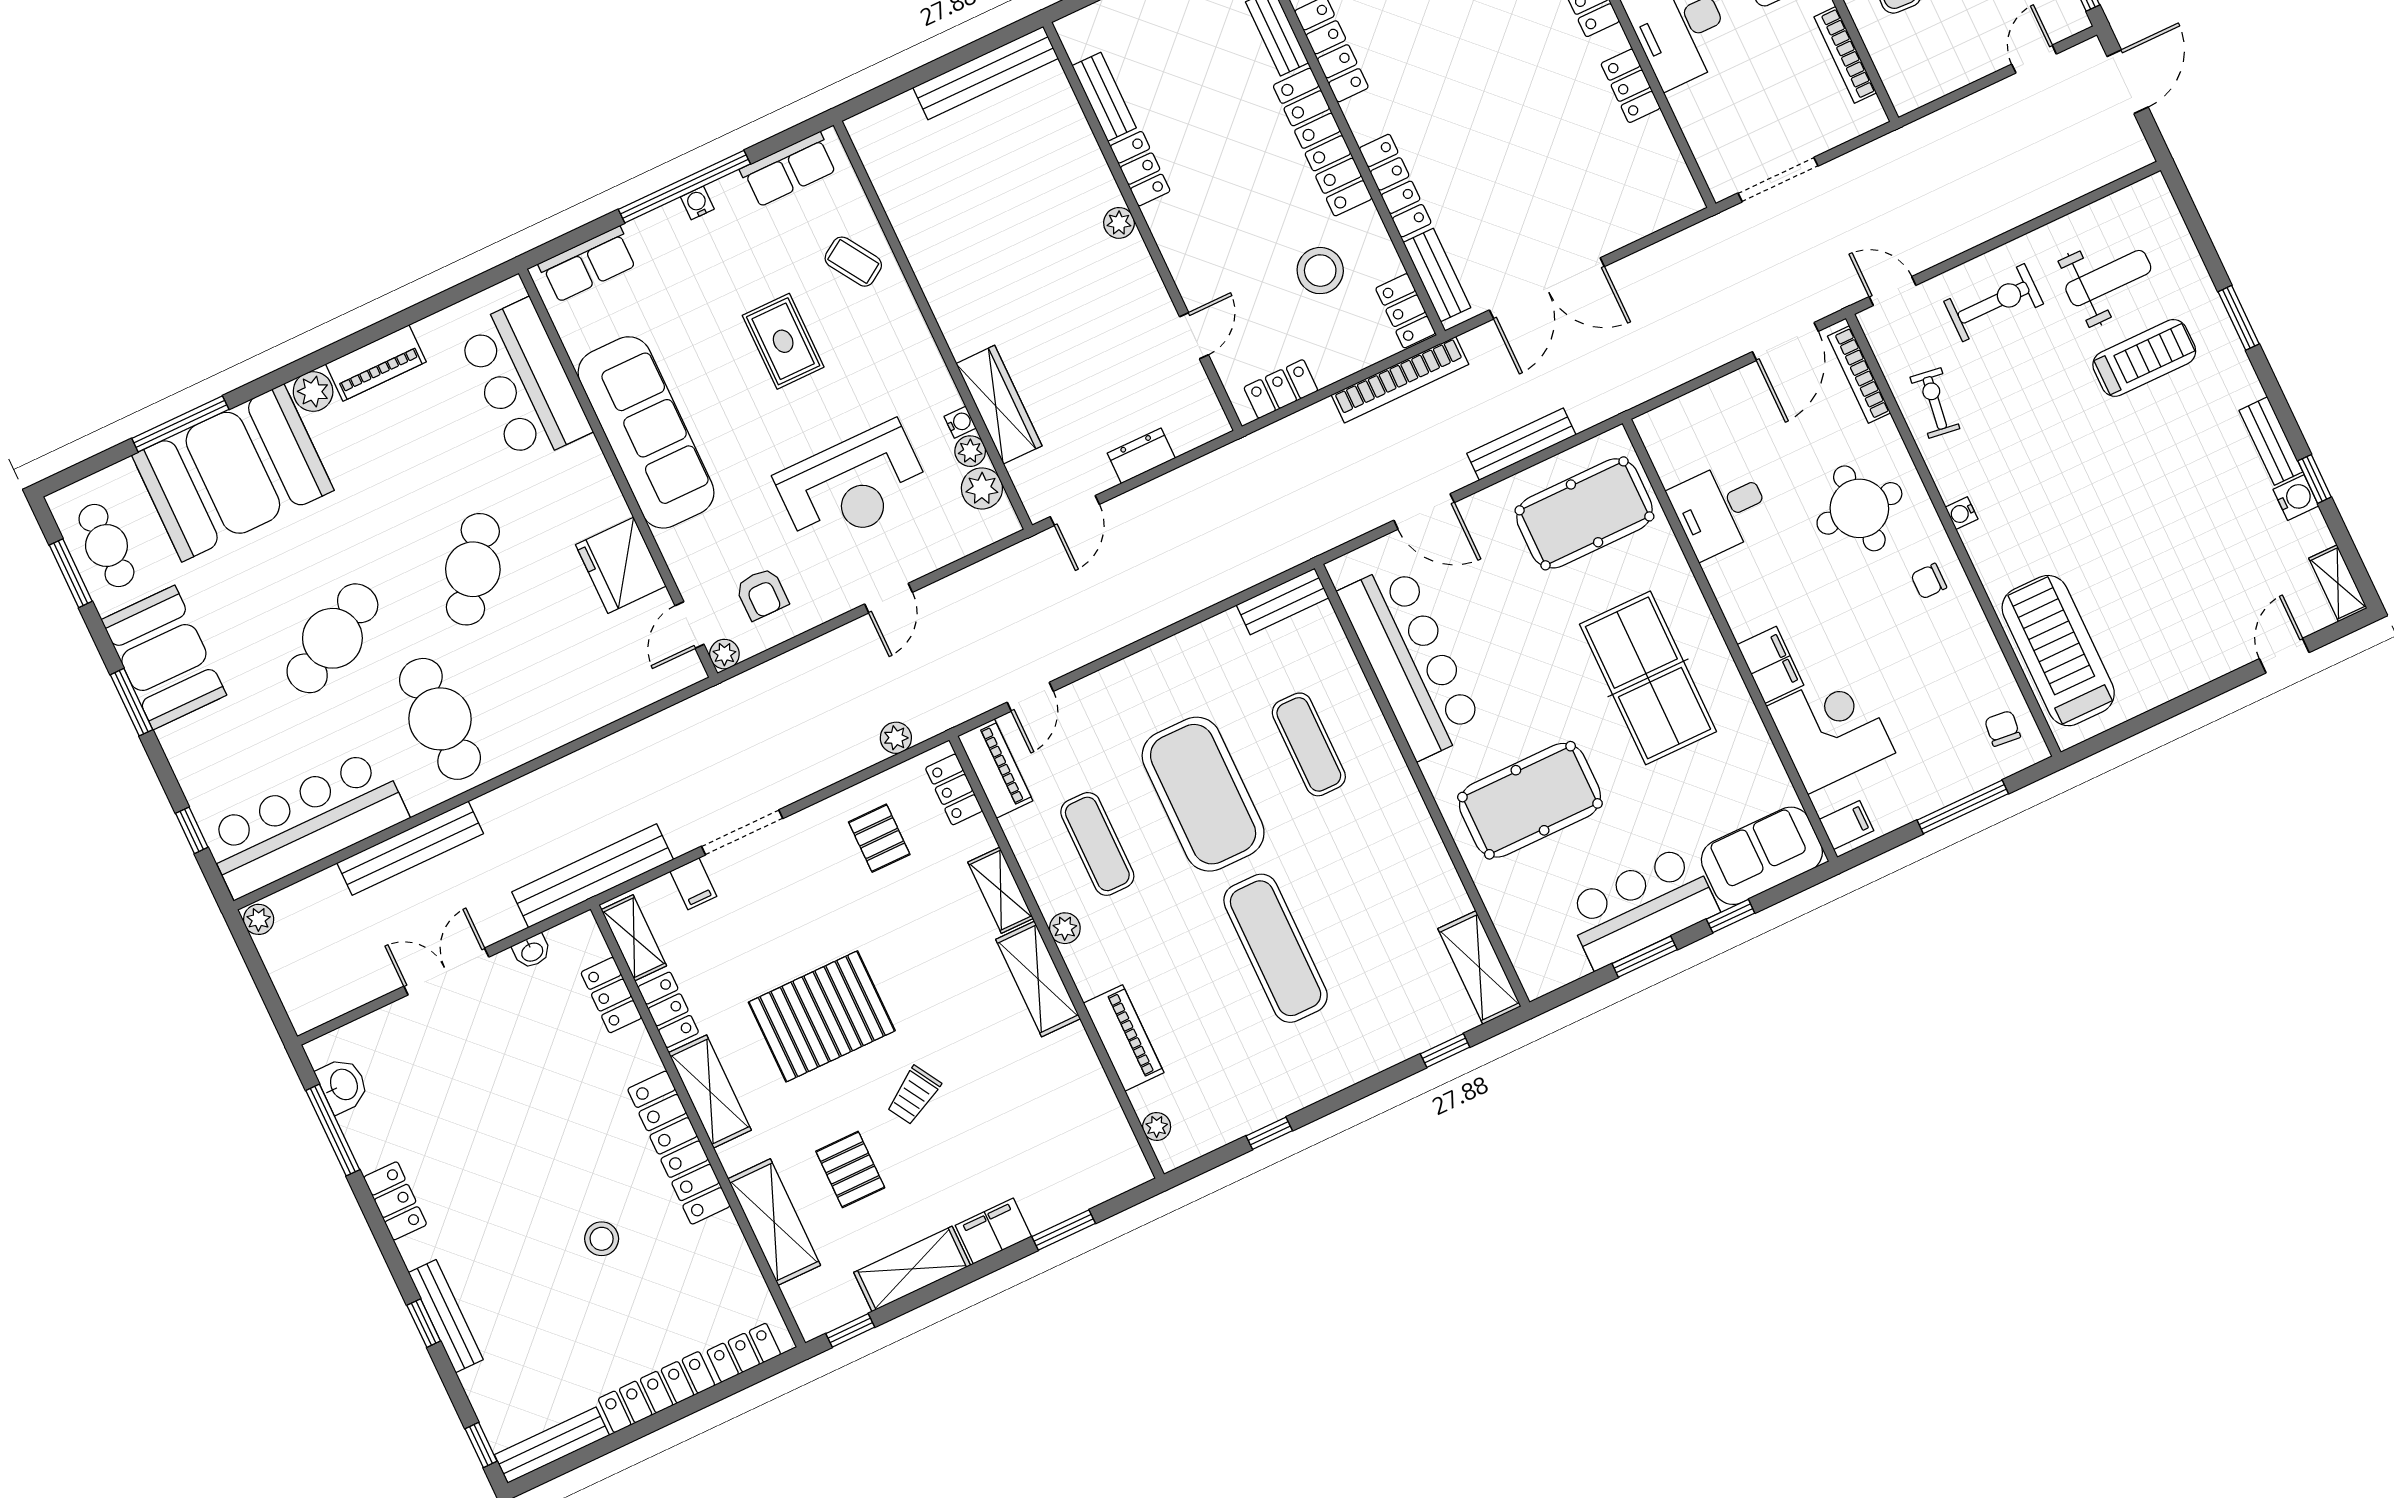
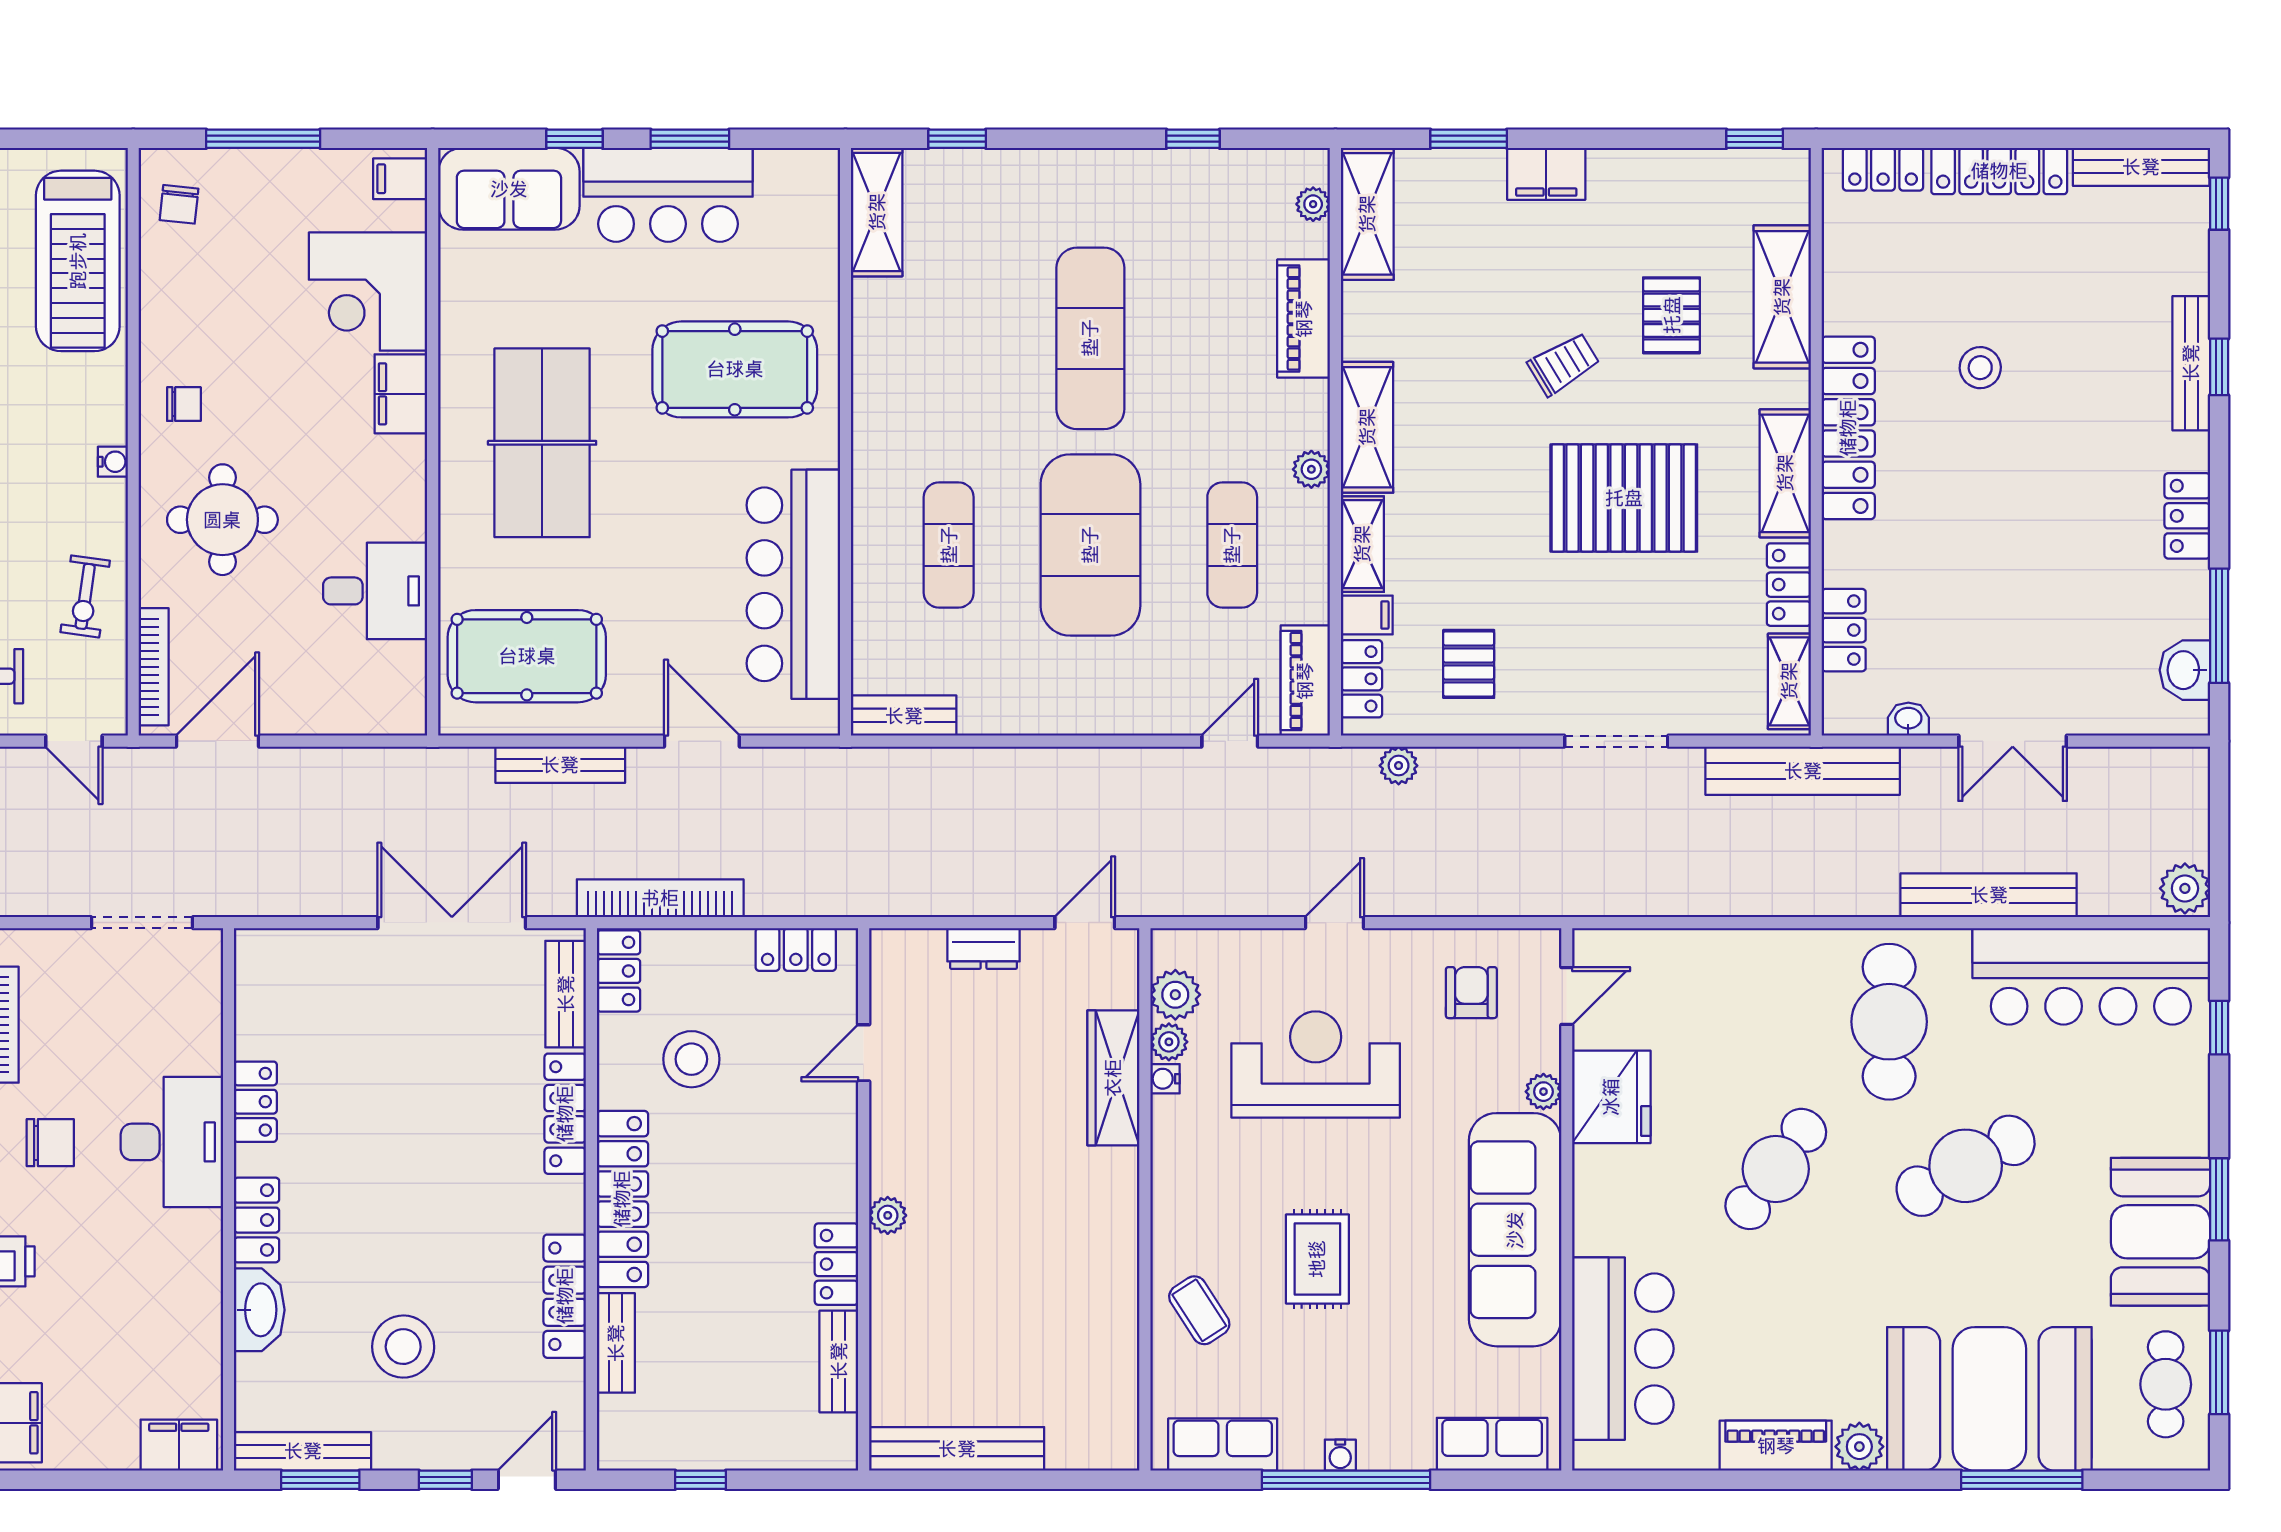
plant: (724, 654) -> (1543, 1092), moved
filing cabinet: (693, 884) -> (1367, 615), moved, turned 90
plant: (259, 919) -> (2185, 888), width x1.38, depth x1.38
shelving: (912, 1269) -> (1367, 214), moved, turned 90

